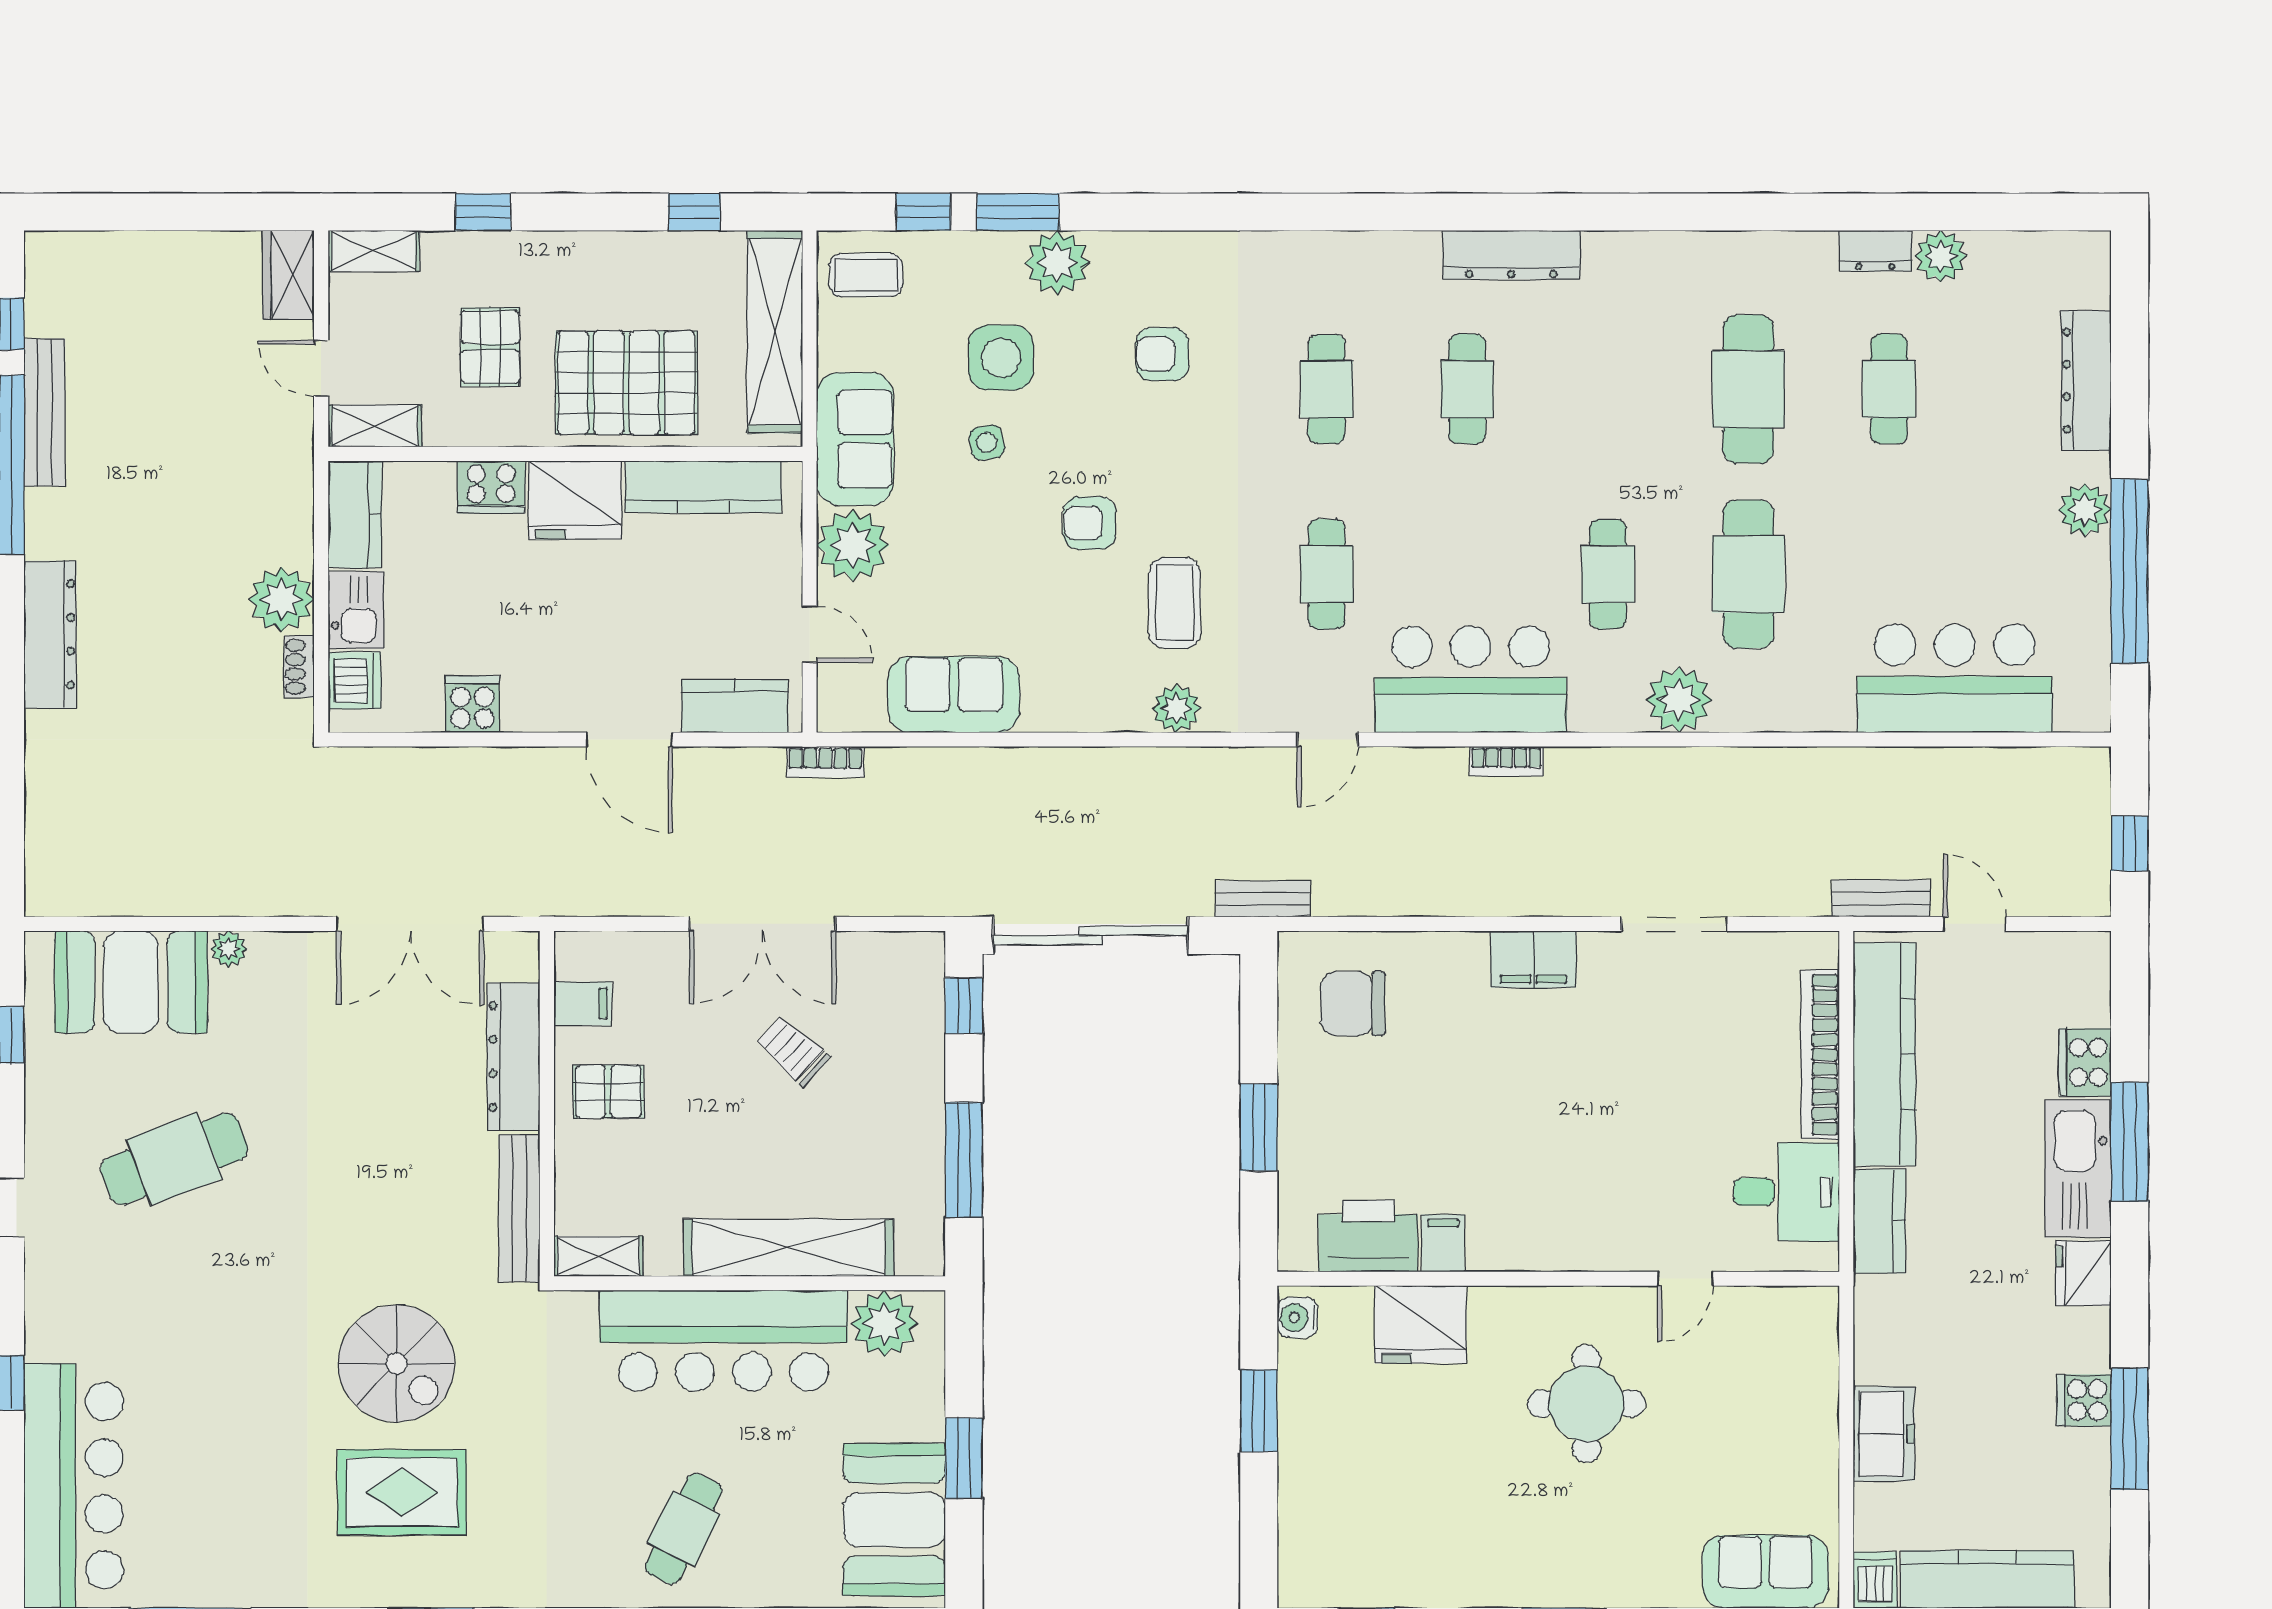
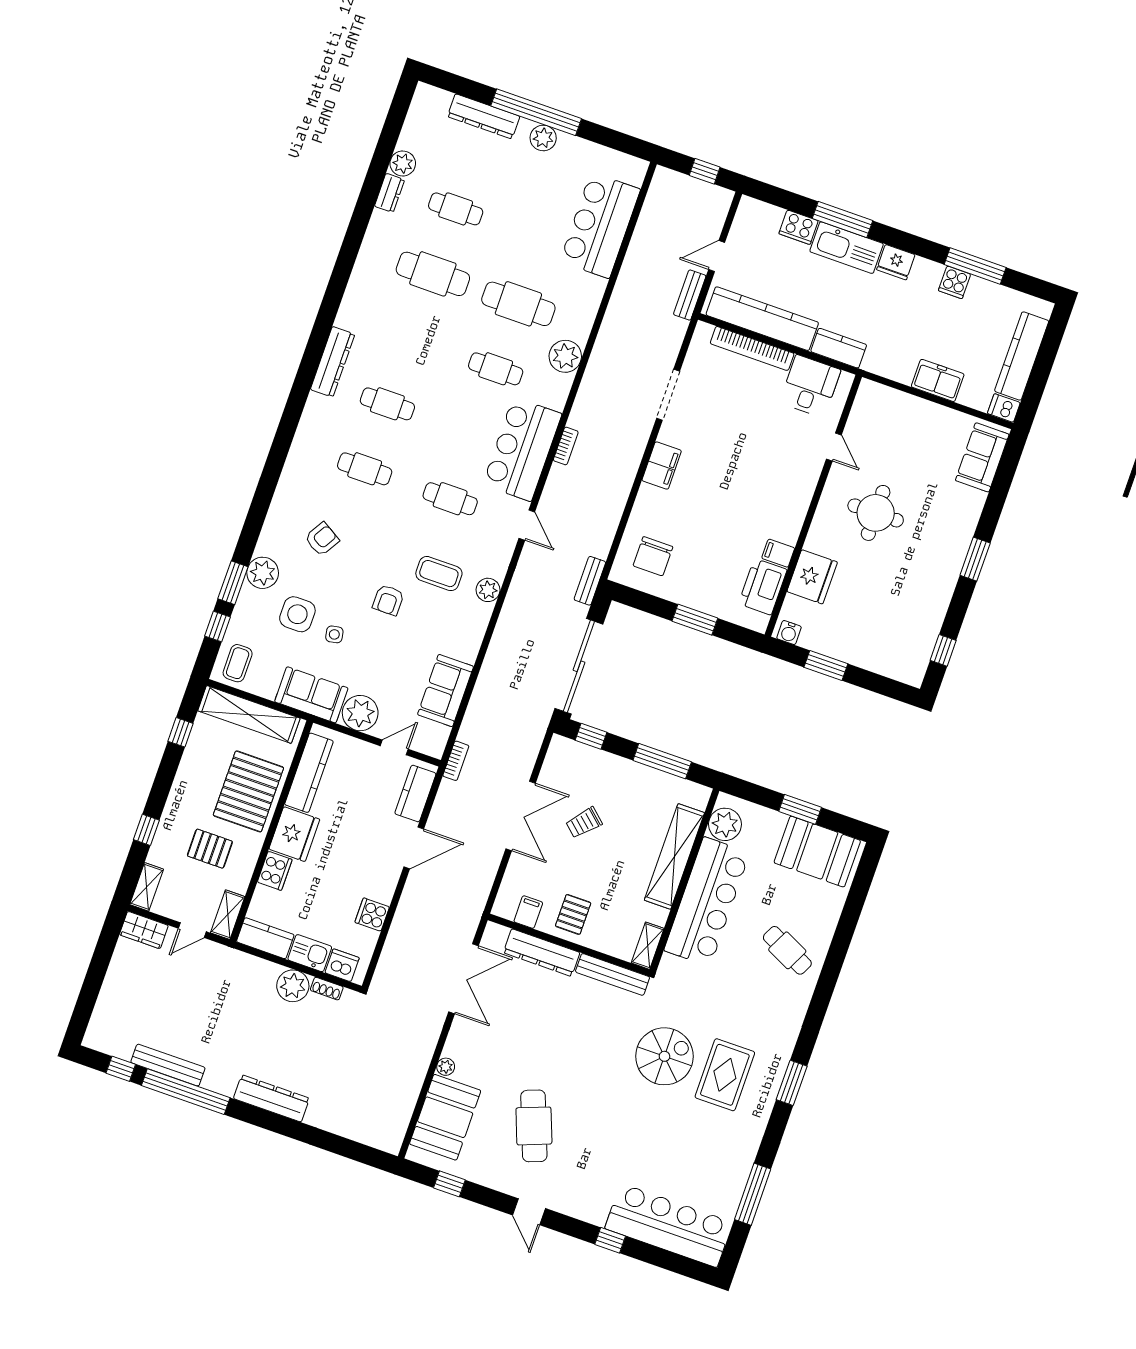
armchair: (1162, 354) -> (322, 539), turned -149
window: (2130, 571) -> (536, 112), moved

